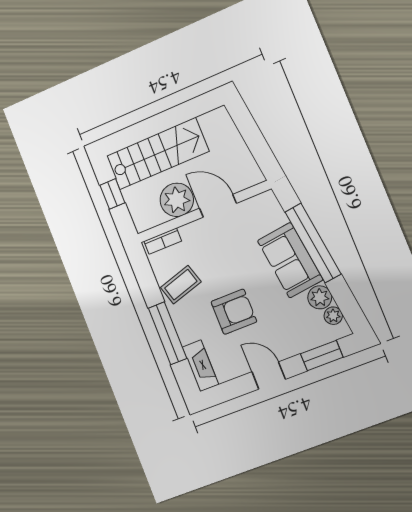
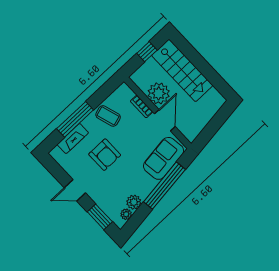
bookcase: (163, 241) -> (142, 106), moved
sofa: (290, 260) -> (164, 158), moved
fireplace: (200, 366) -> (73, 139), moved
door: (269, 376) -> (75, 190), swing flipped

